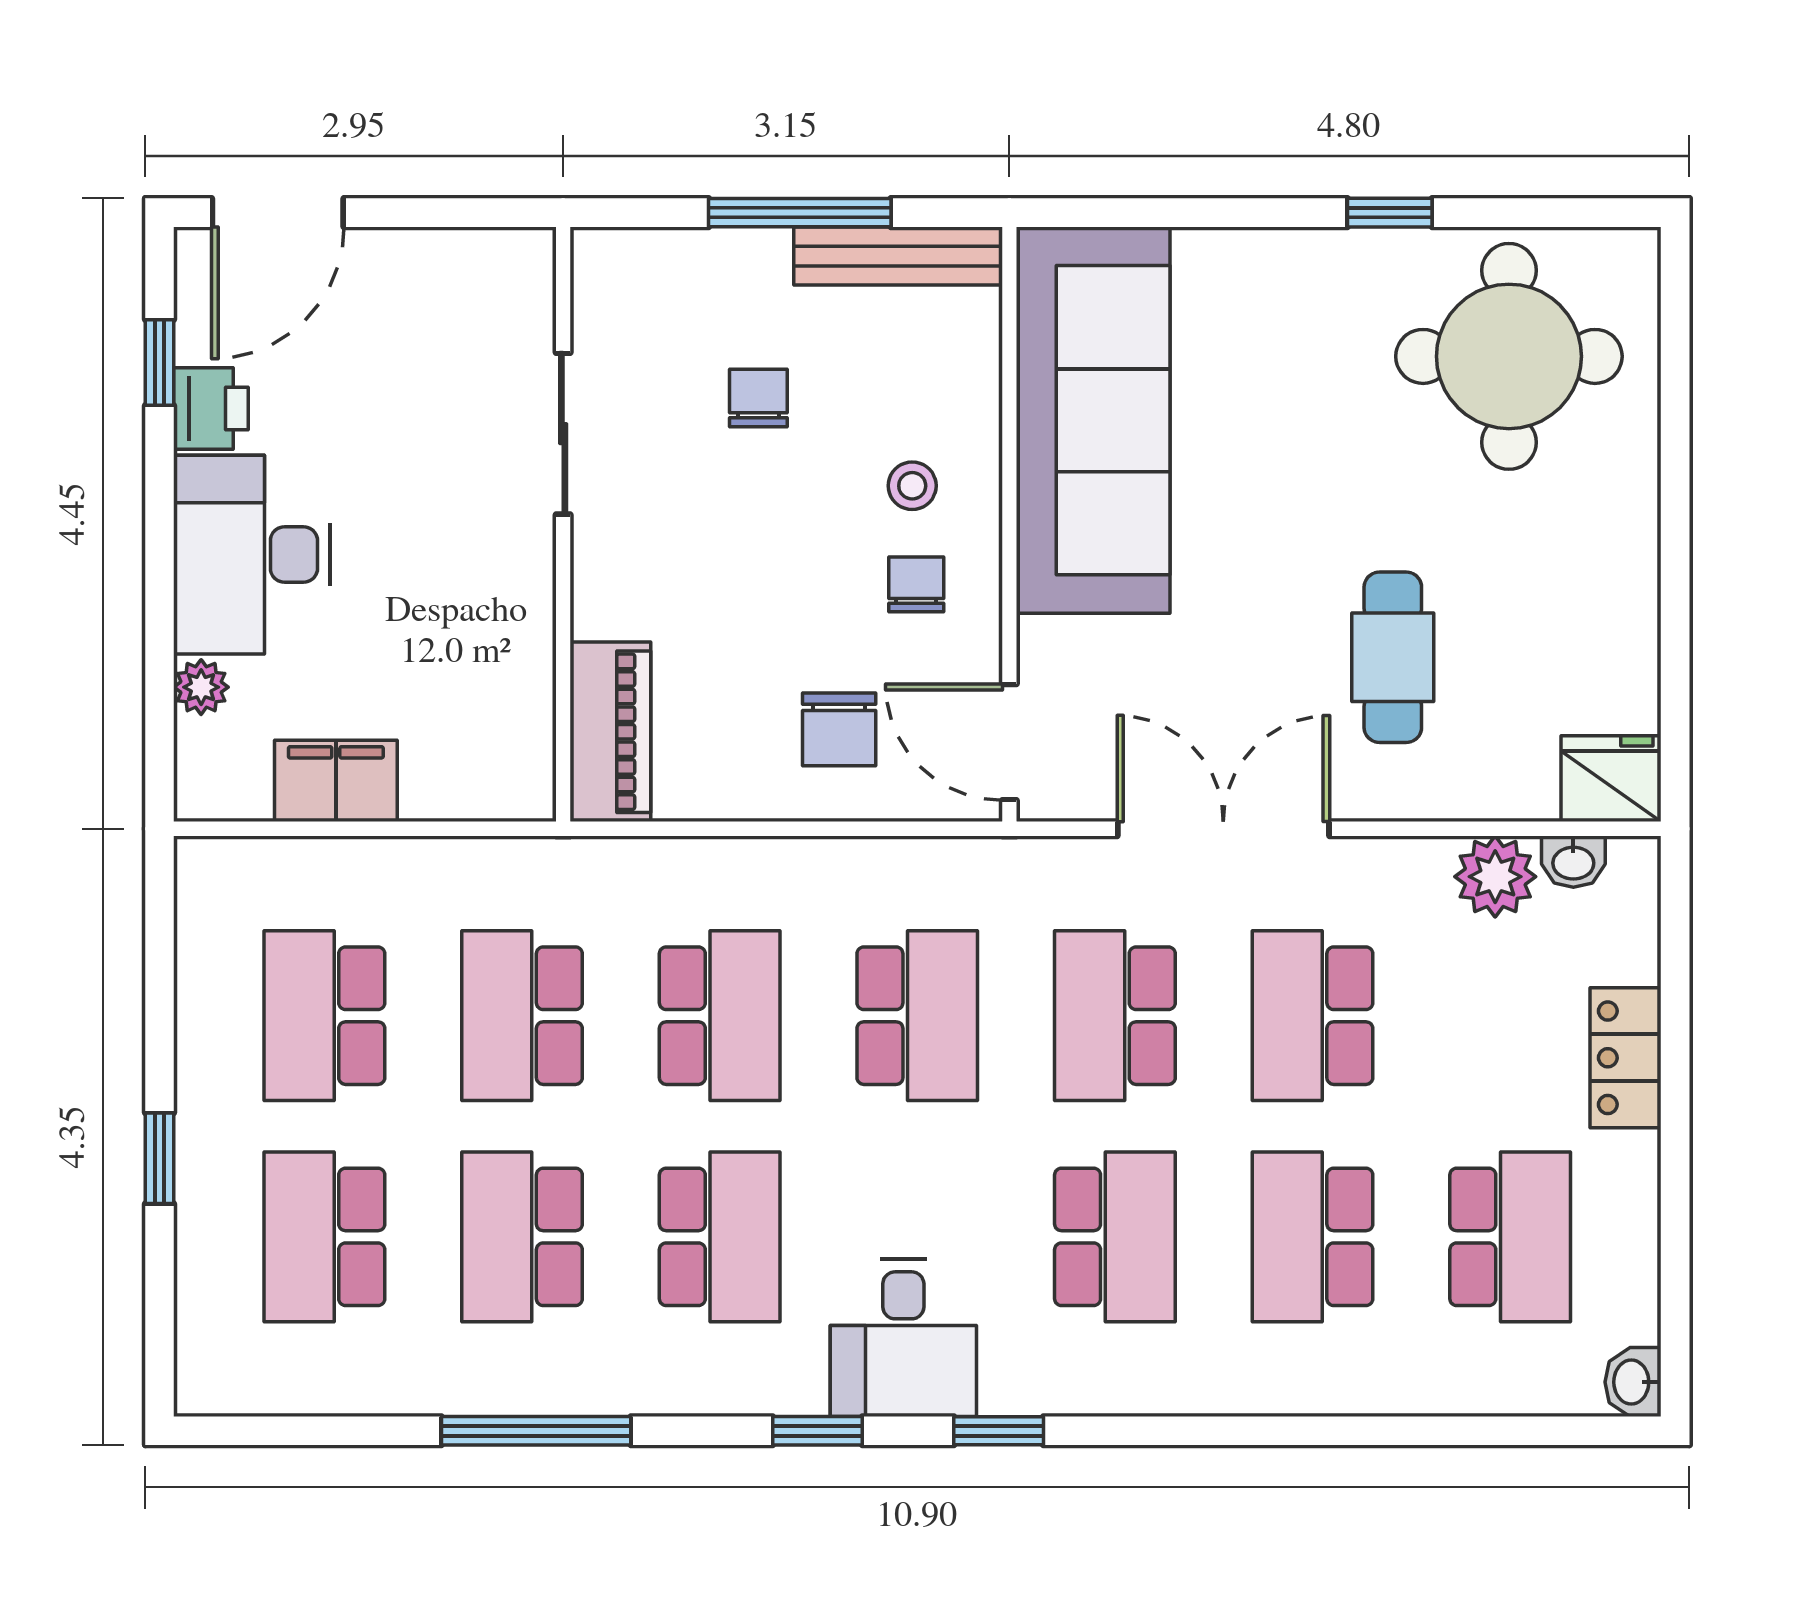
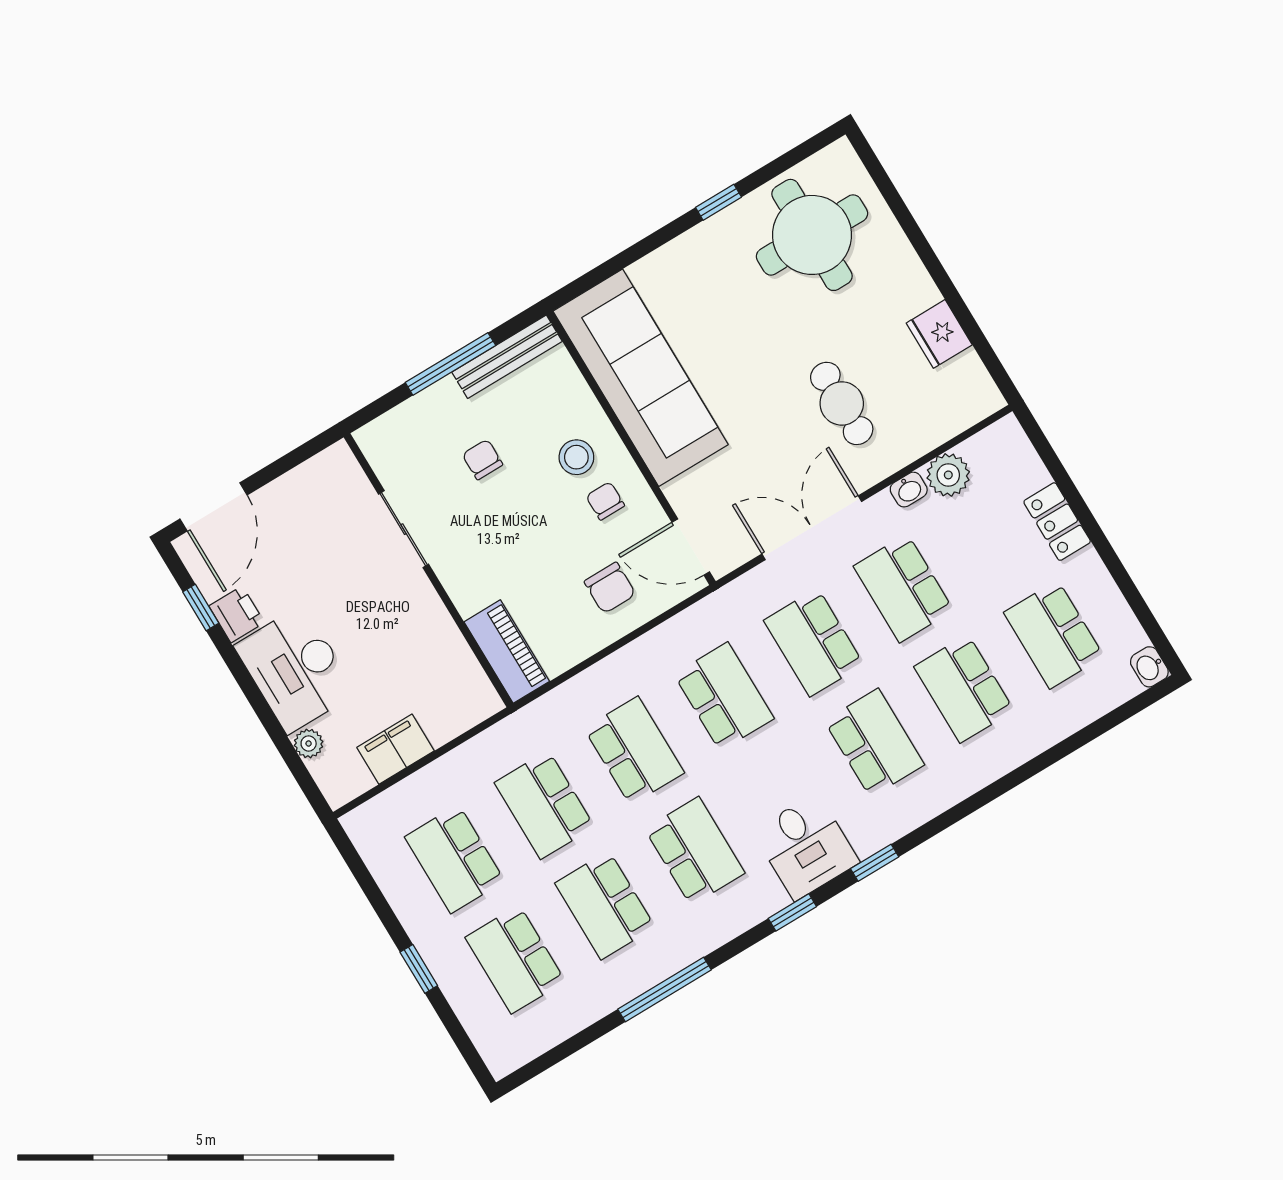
stool: (912, 486) -> (576, 457), width x1.37, depth x1.37
fridge: (1611, 779) -> (939, 334), moved, turned -90
washbasin: (1573, 862) -> (909, 490), moved
school desk: (1510, 1237) -> (1054, 635), turned 180

